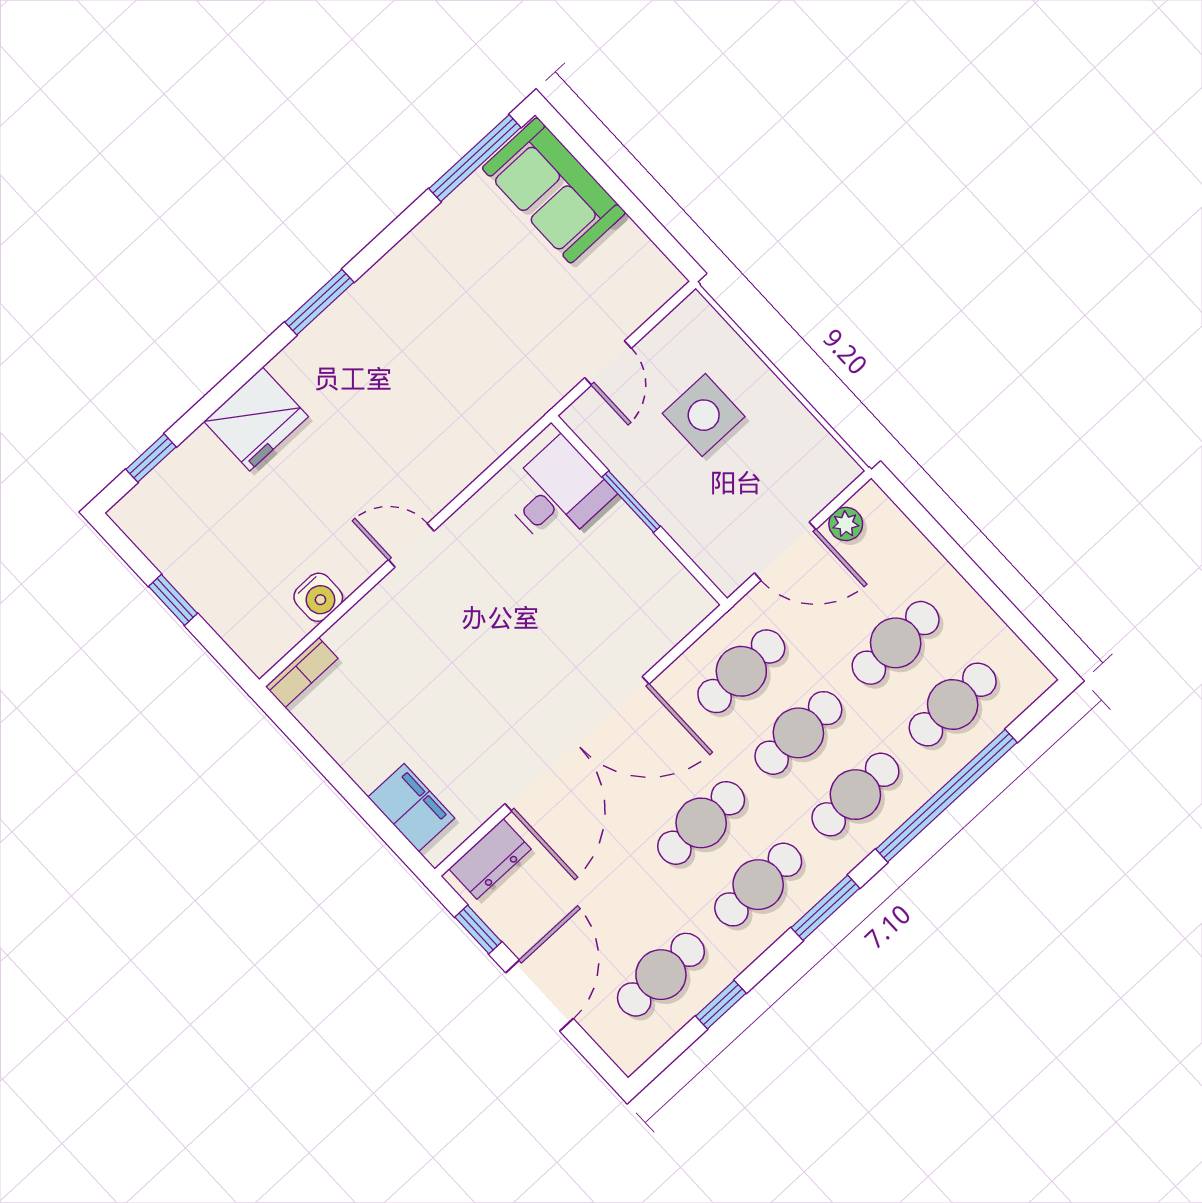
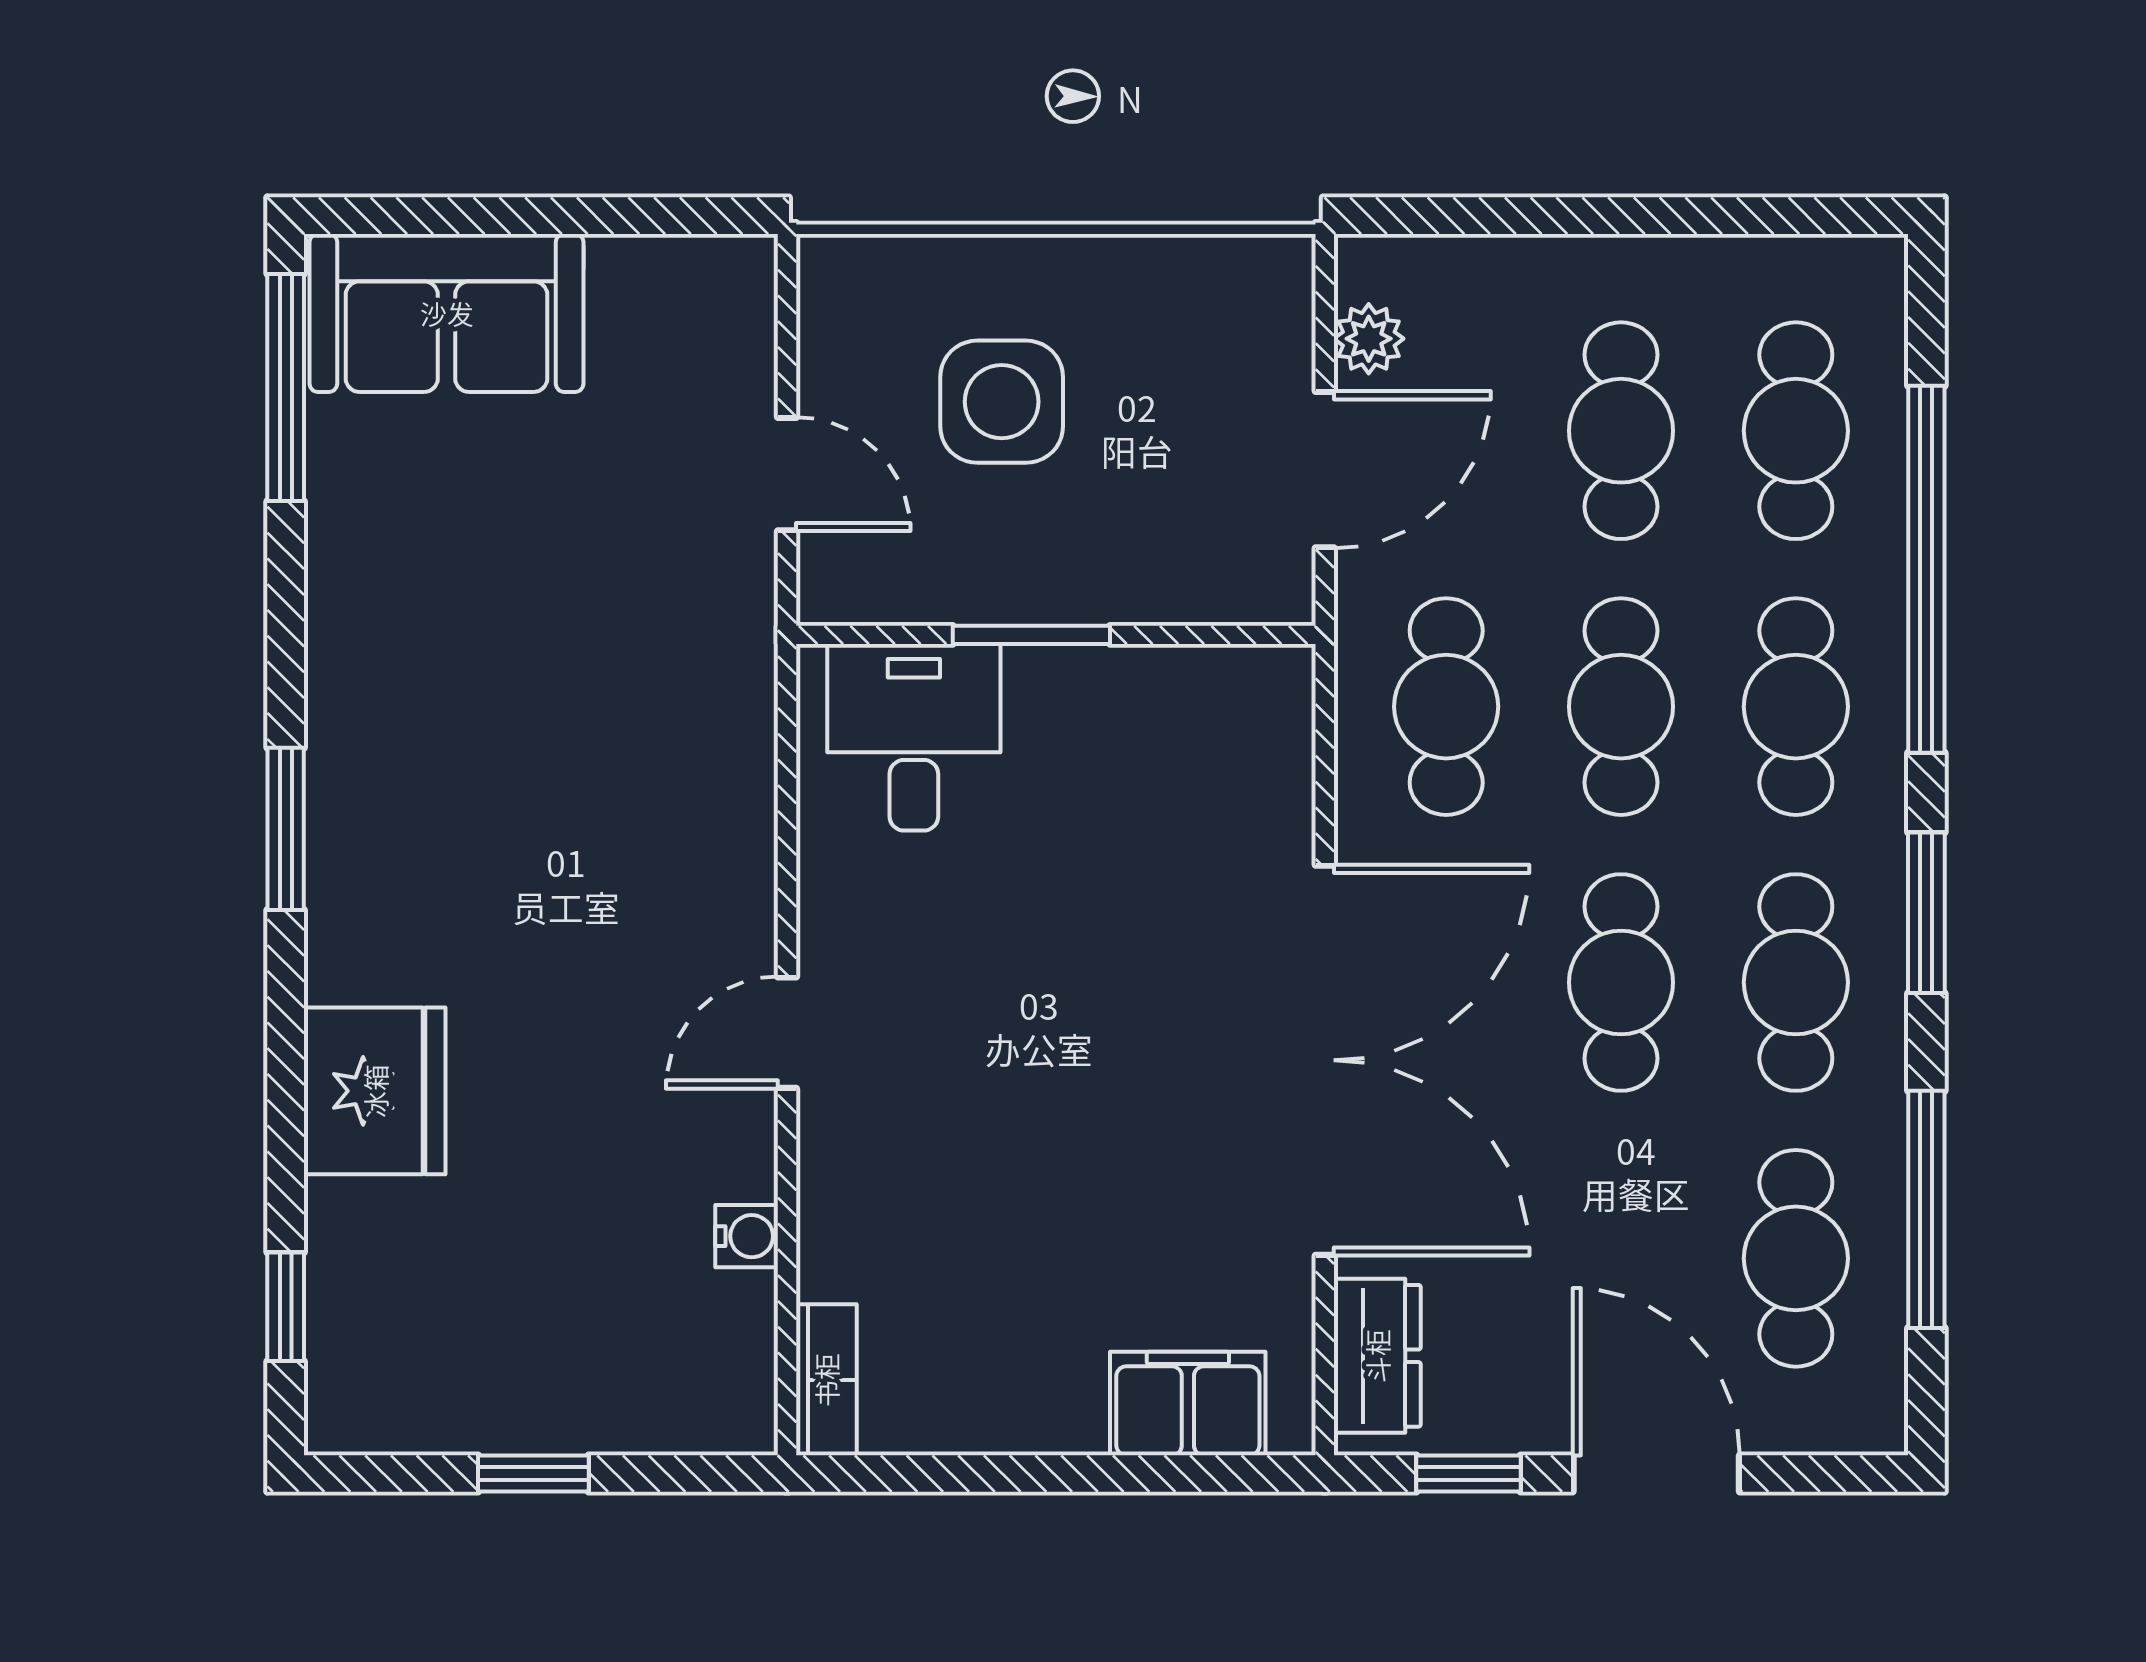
water cooler: (318, 597) -> (747, 1236), width x0.72, depth x0.72
window: (721, 1005) -> (1926, 1209), width x2.17

